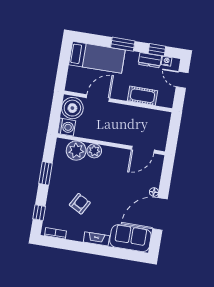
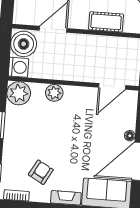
plant: (76, 151) -> (19, 93), moved
armchair: (80, 204) -> (41, 172), moved

